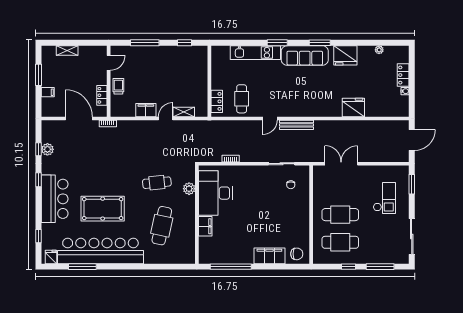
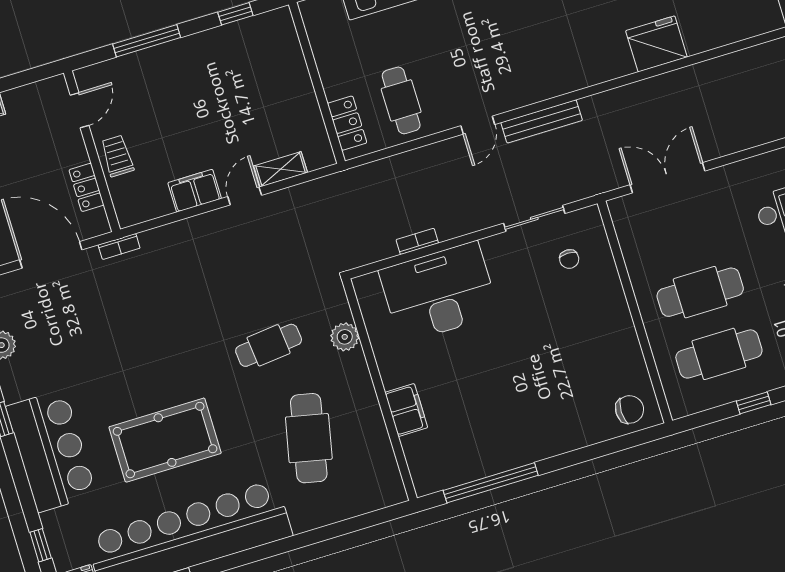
desk: (215, 193) -> (439, 292), moved, turned 90
filing cabinet: (269, 256) -> (570, 432), removed

